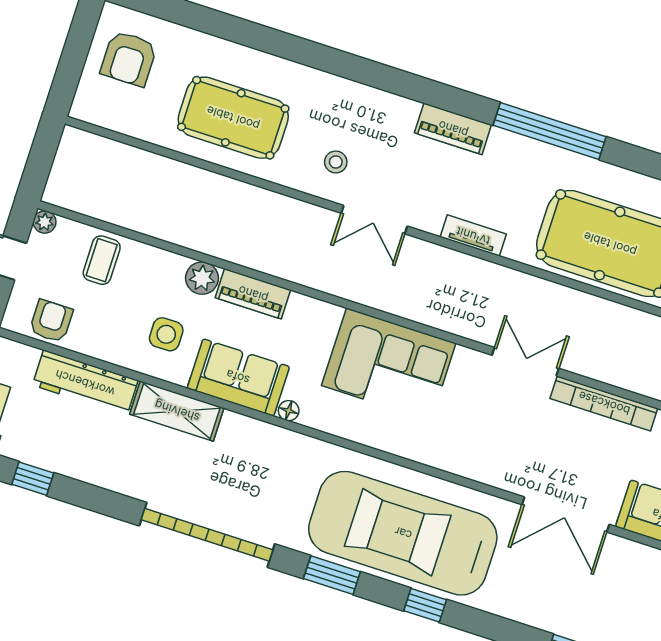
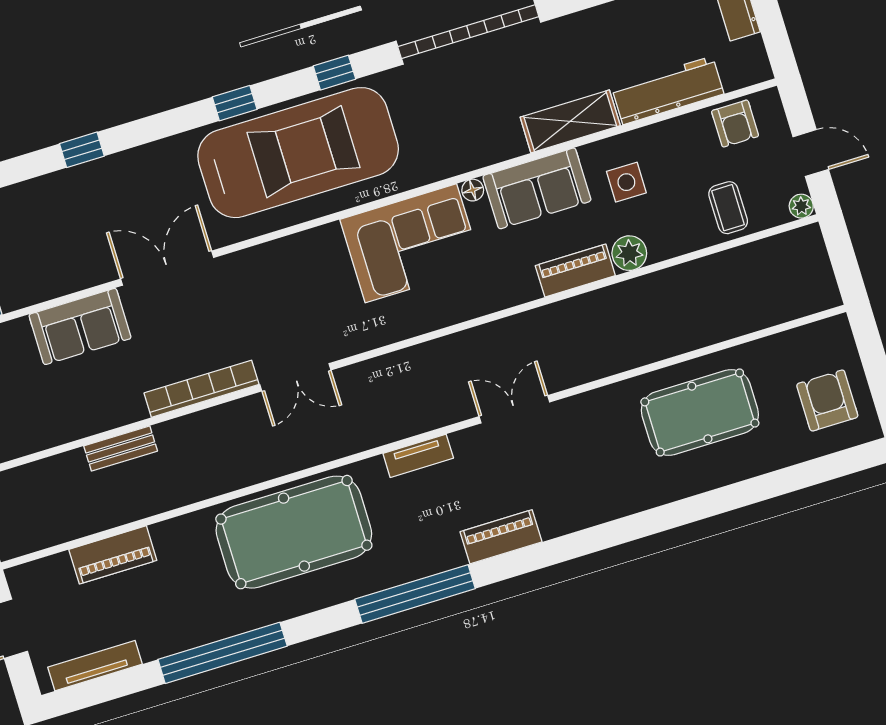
stool: (336, 162) -> (583, 436), removed
corner sofa: (389, 364) -> (411, 243), moved, turned 180
window: (332, 575) -> (334, 73), width x0.67

